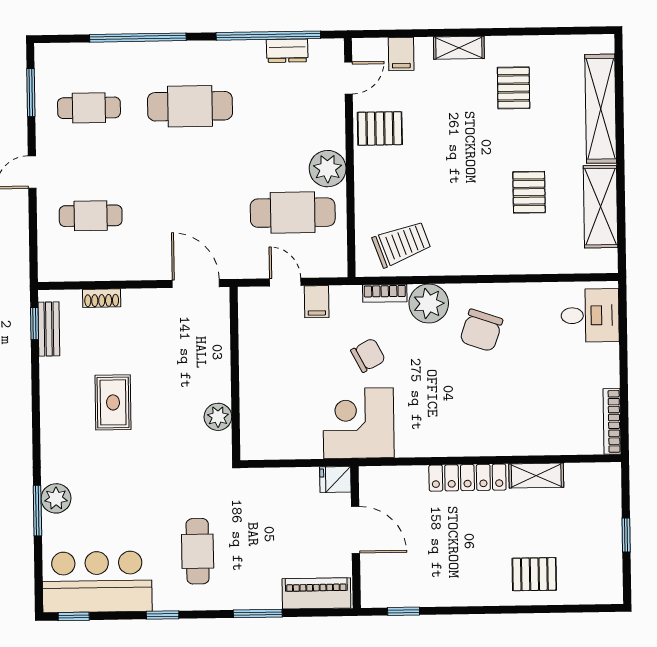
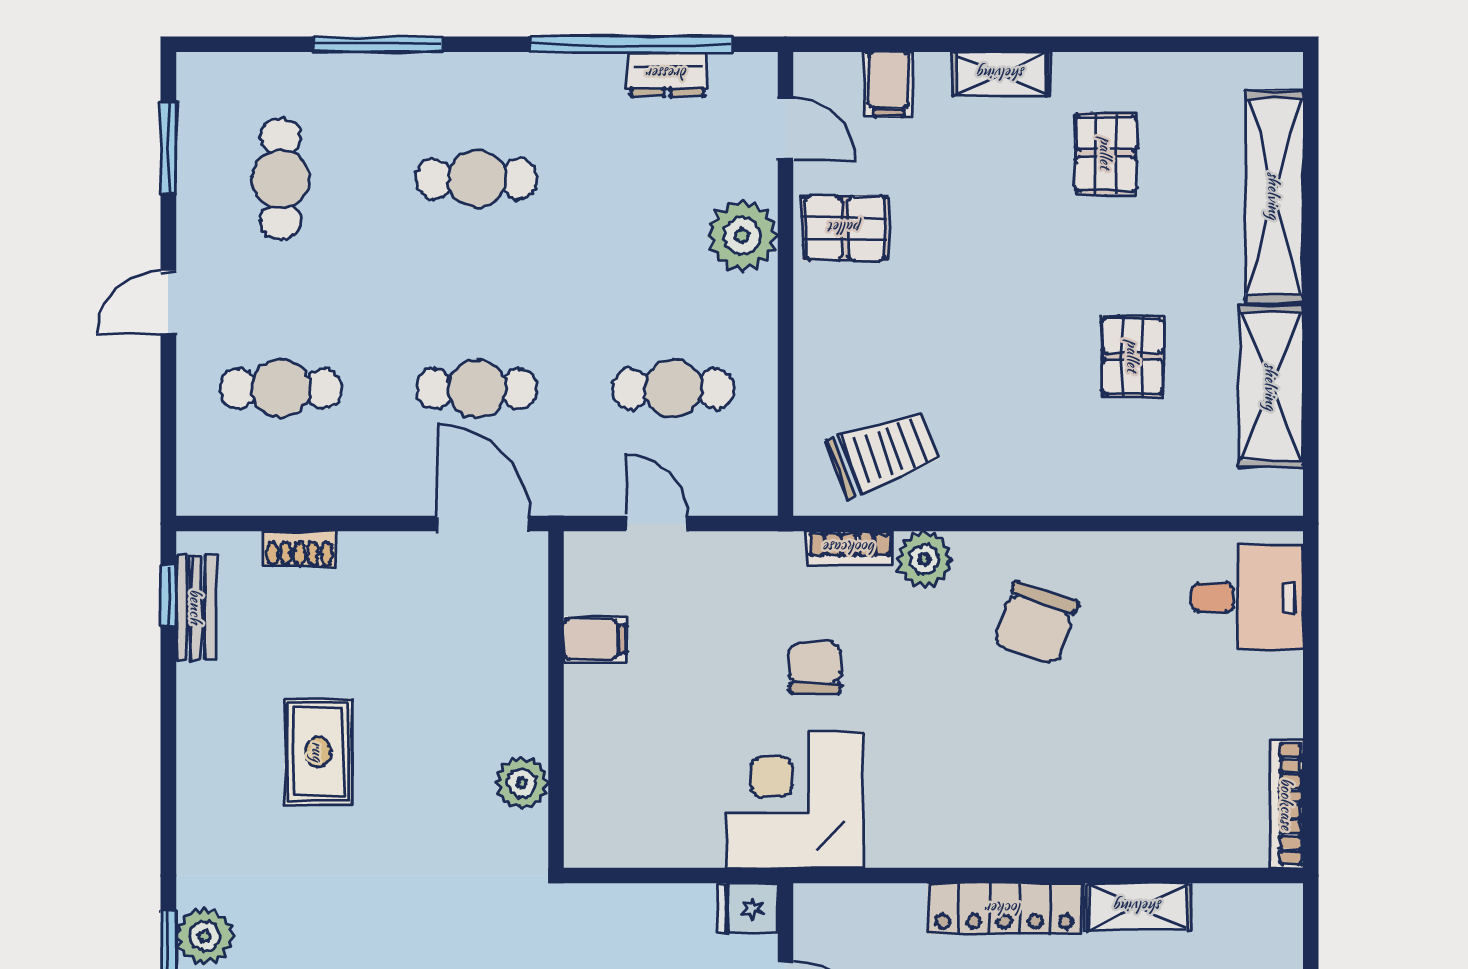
window: (138, 38) -> (378, 44), width x0.68
door: (348, 78) -> (786, 129), hinge flipped
cafe table: (190, 106) -> (477, 179), width x0.73, depth x0.74
cafe table: (89, 108) -> (281, 179), turned 90
plant: (328, 169) -> (742, 236), moved
cafe table: (293, 213) -> (673, 389), width x0.73, depth x0.74
cafe table: (192, 214) -> (477, 389), added
filing cabinet: (317, 302) -> (595, 639), moved, turned -90
plant: (429, 303) -> (924, 559), width x0.73, depth x0.73
chair: (368, 355) -> (815, 668), turned -62

